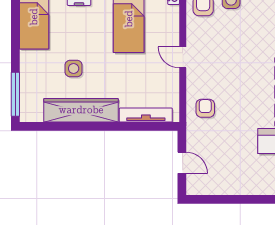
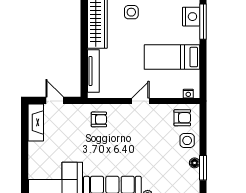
door: (182, 163) -> (55, 100), swing flipped
fireplace: (209, 186) -> (36, 122), added

